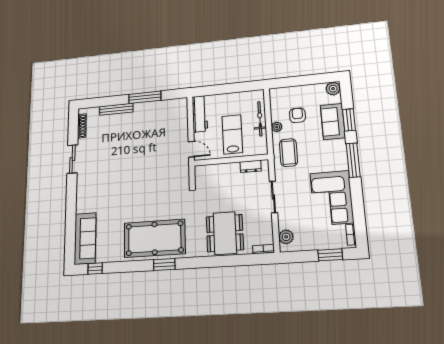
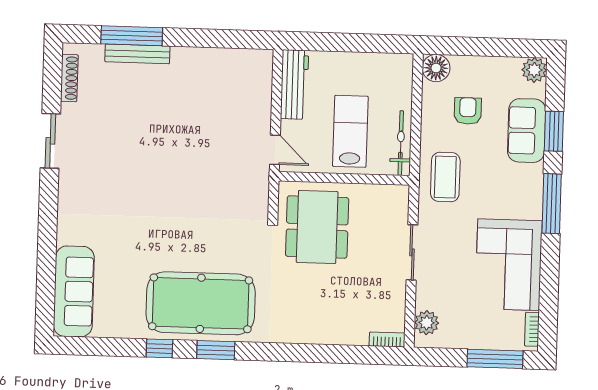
floor lamp: (277, 95) -> (436, 68), added
window: (145, 97) -> (132, 36), moved
bicycle: (260, 119) -> (401, 143), moved
plant: (277, 127) -> (430, 128), removed
dresser: (251, 166) -> (378, 194), removed
dining table: (225, 233) -> (317, 227), moved
window: (330, 255) -> (495, 359), width x1.44
window: (95, 269) -> (159, 348), moved

